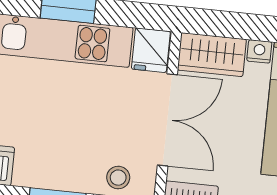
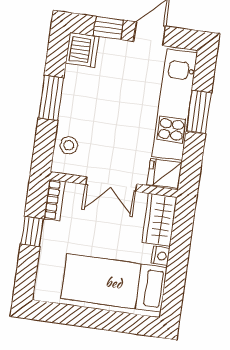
double door: (167, 120) -> (111, 184), width x0.73

